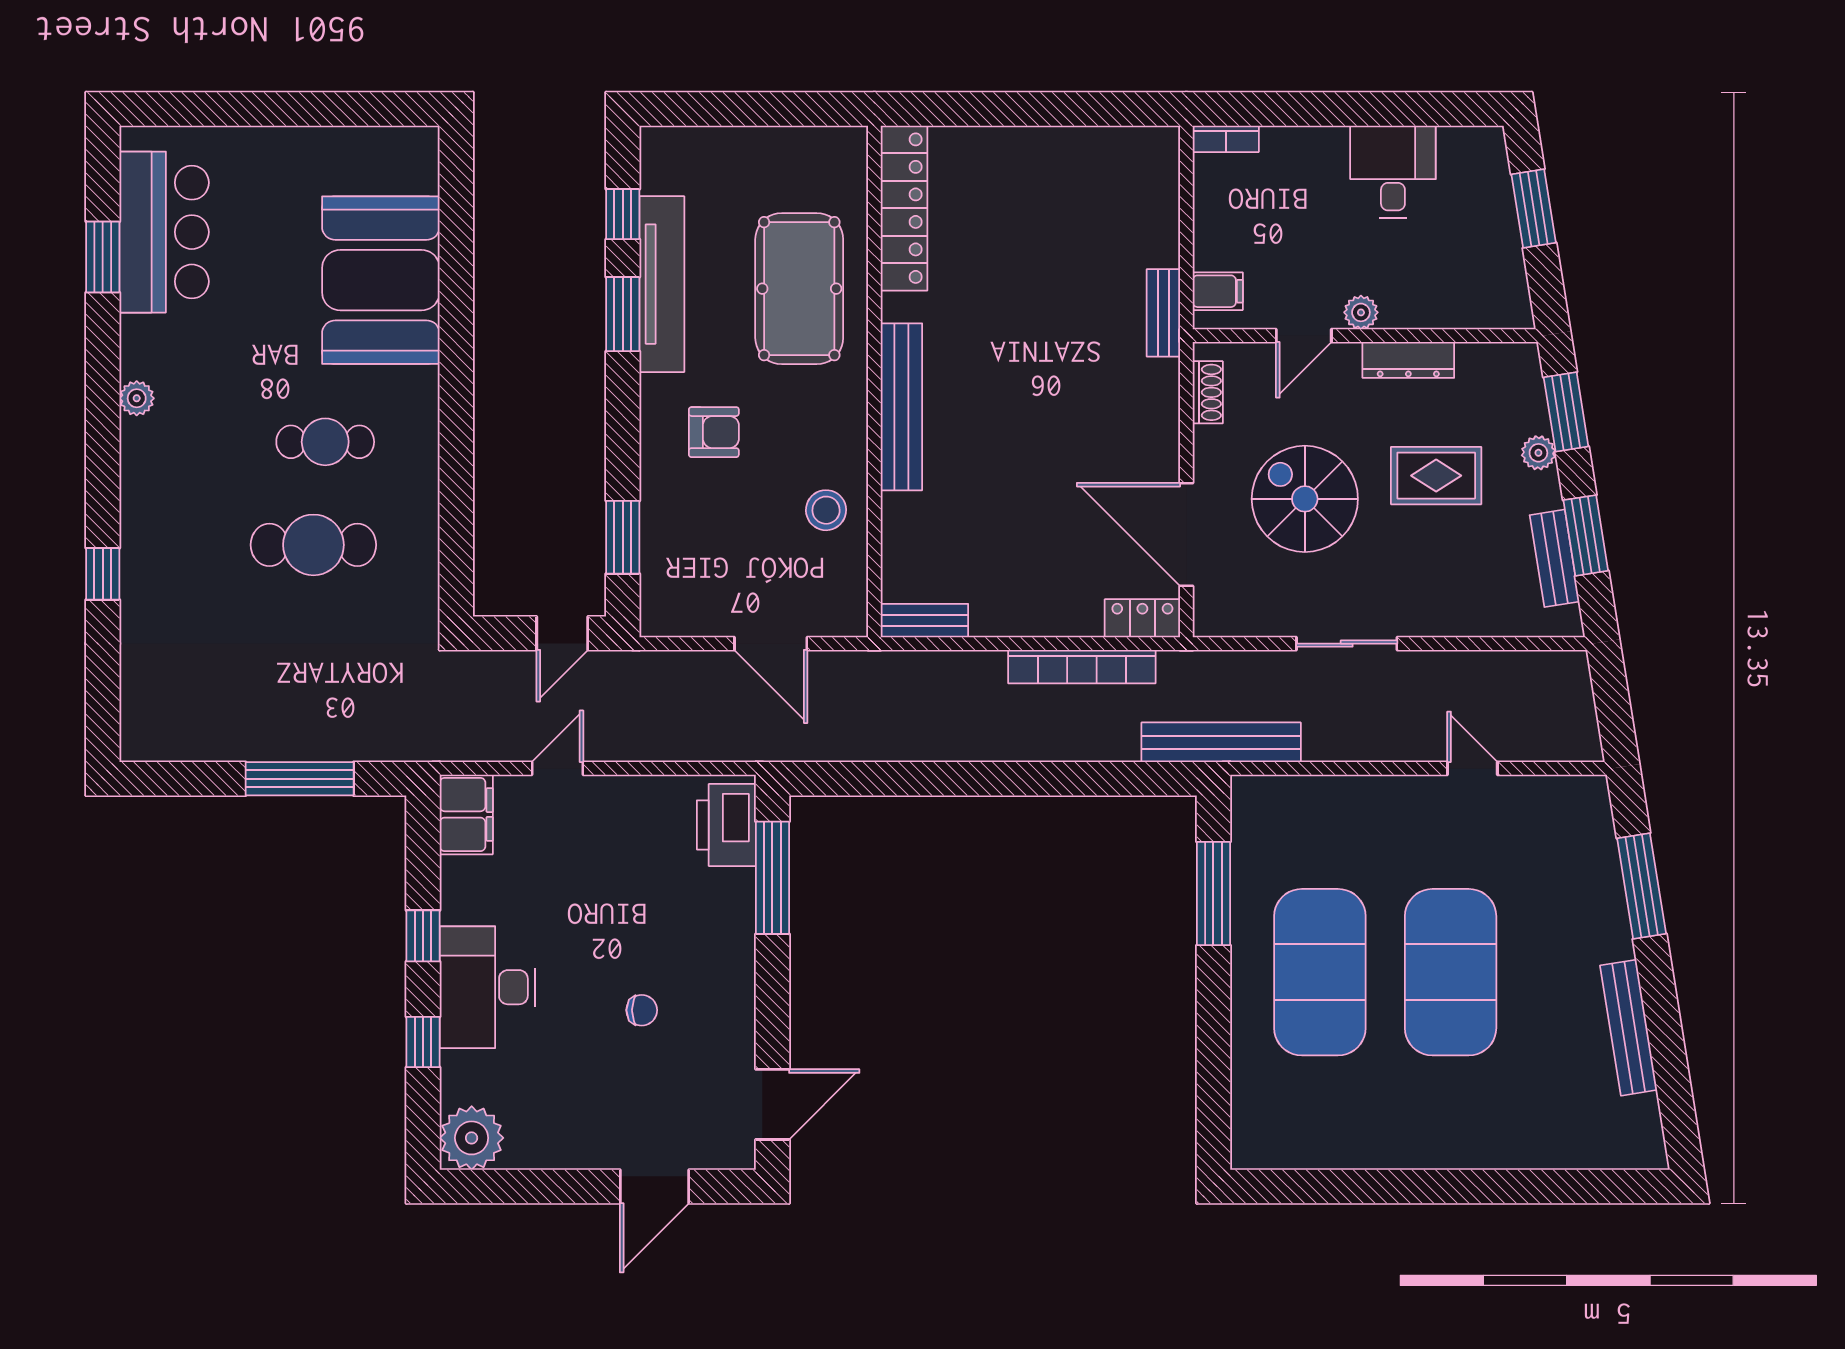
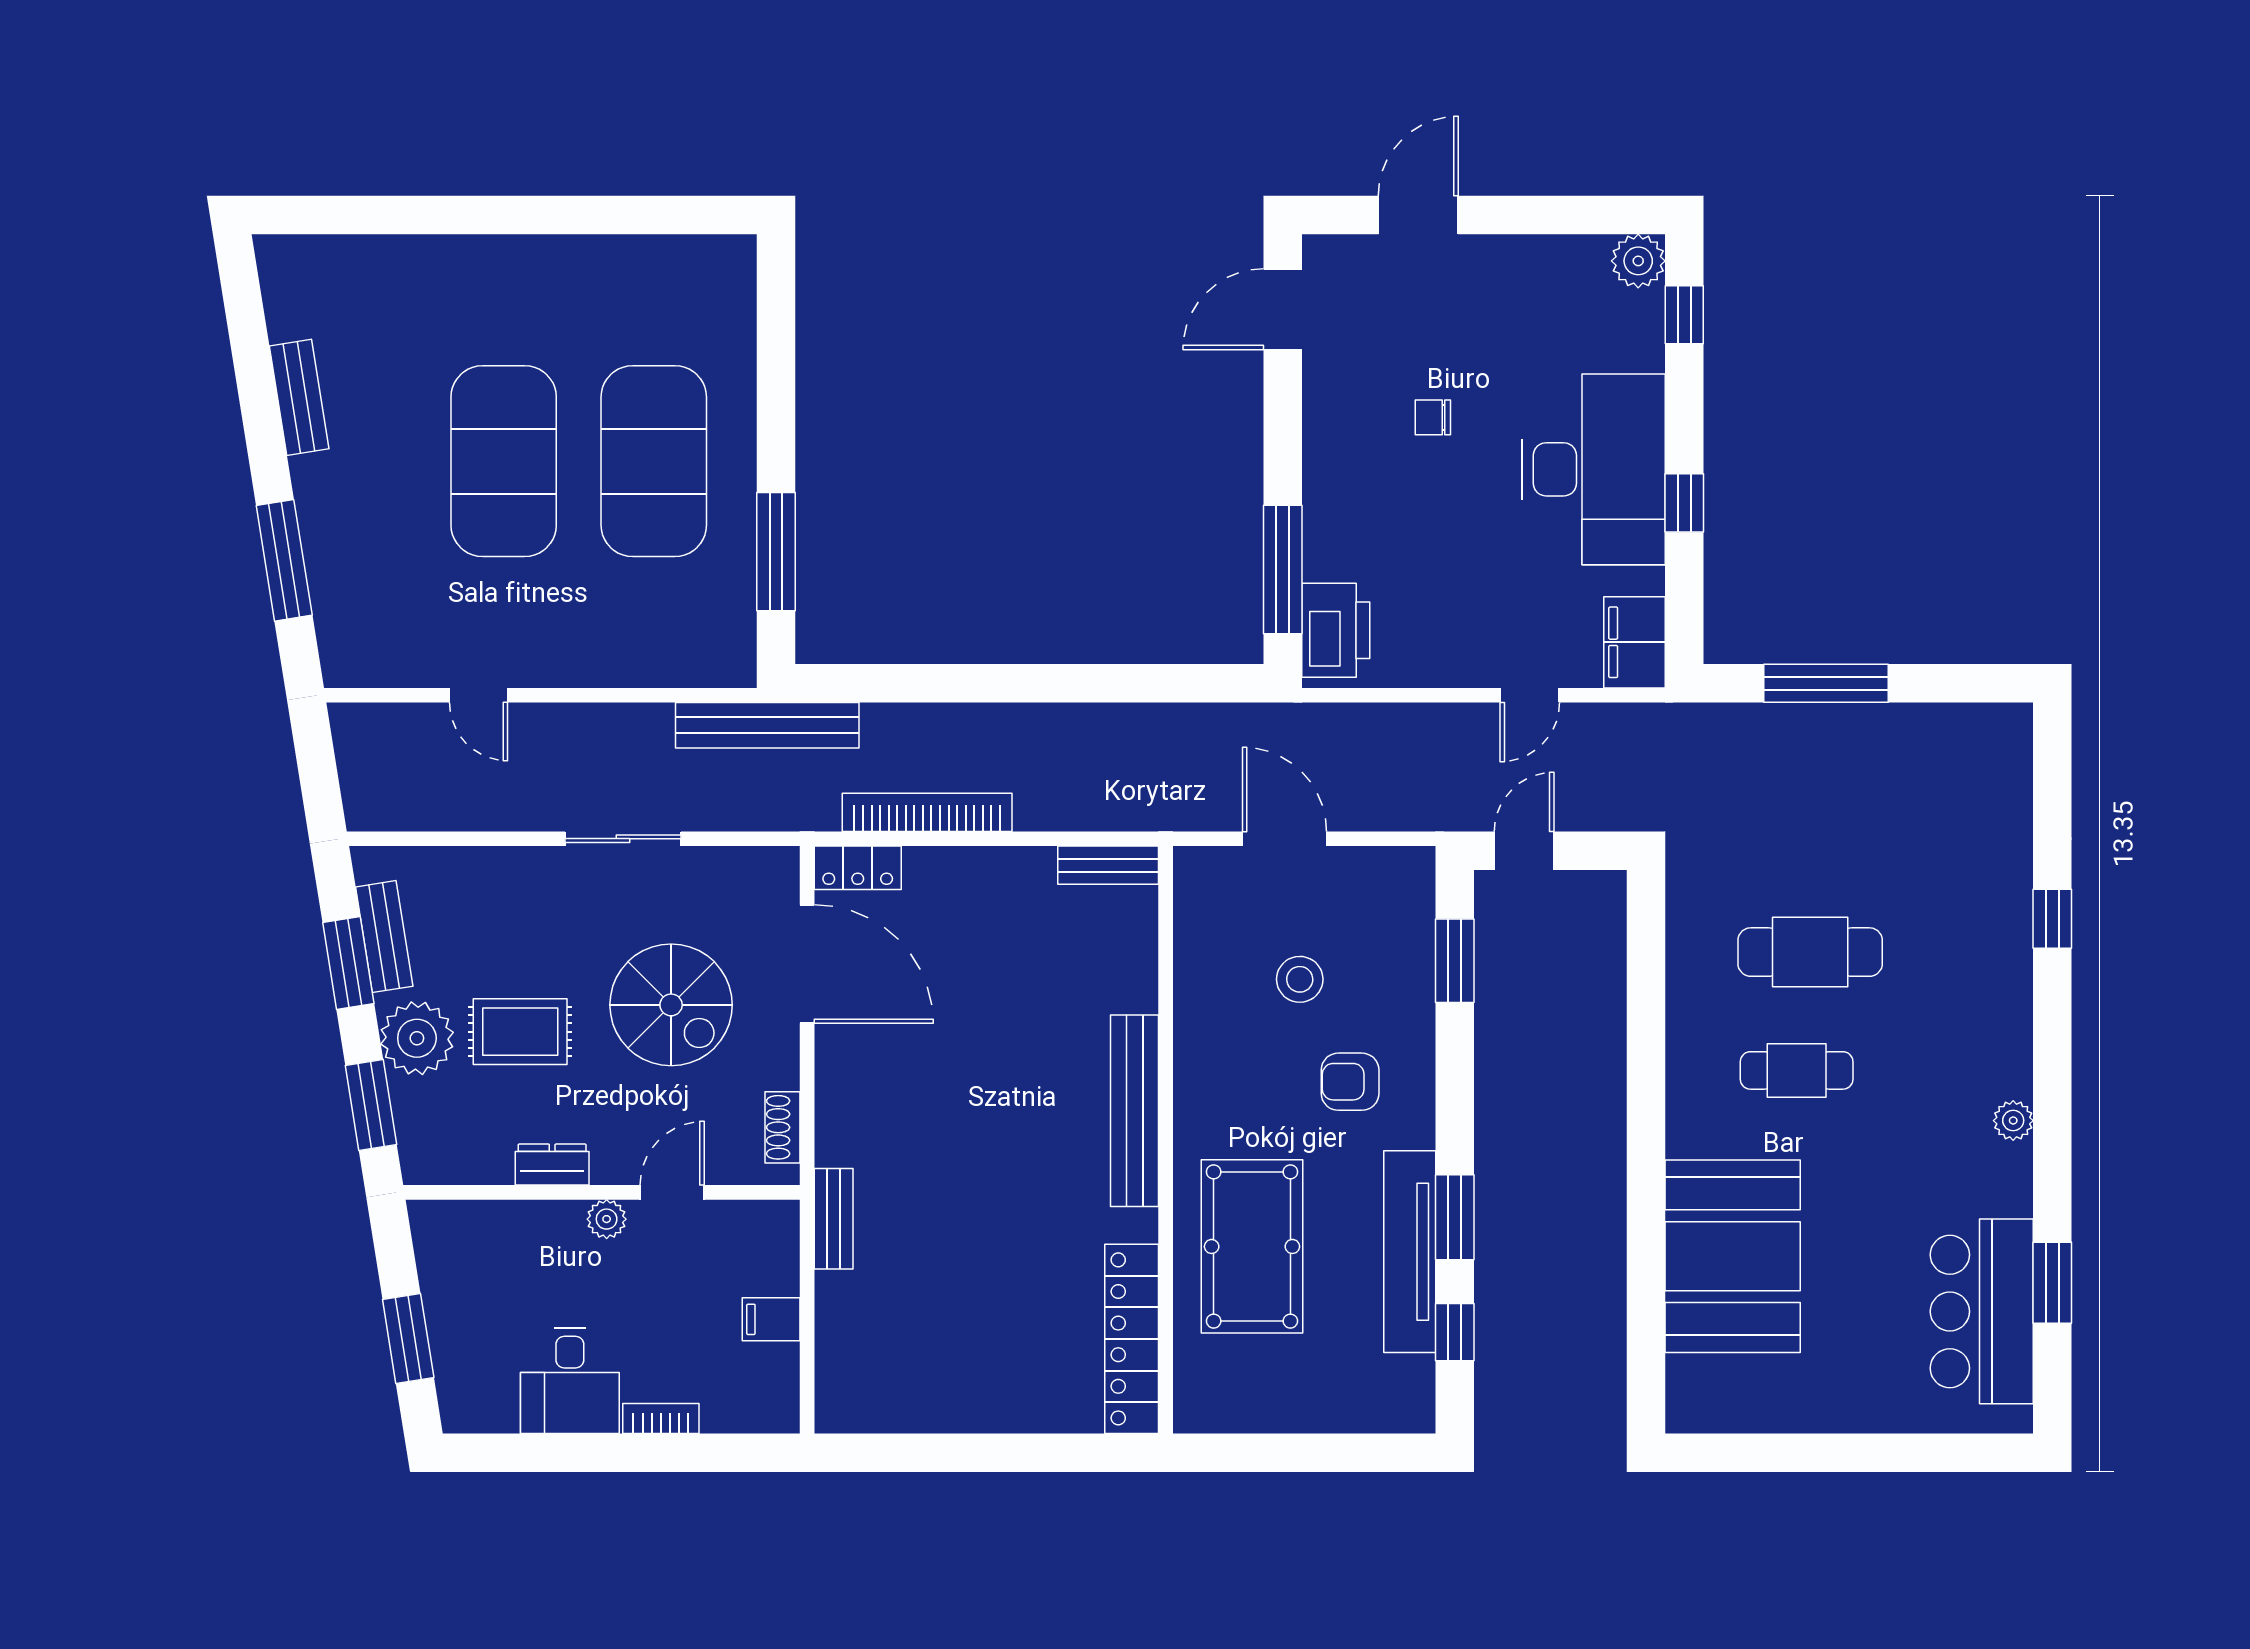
bookcase: (1226, 139) -> (661, 1419), moved
filing cabinet: (1218, 291) -> (771, 1319), moved
dresser: (1408, 360) -> (552, 1165), width x0.70
plant: (1538, 453) -> (417, 1038), width x1.87, depth x1.87
stool: (826, 510) -> (1300, 979), moved
desk: (488, 987) -> (1594, 469), width x1.36, depth x1.30
bench: (1629, 1028) -> (299, 397), width x0.73
window: (423, 1042) -> (1684, 315), moved
plant: (472, 1138) -> (1638, 261), width x0.73, depth x0.73

